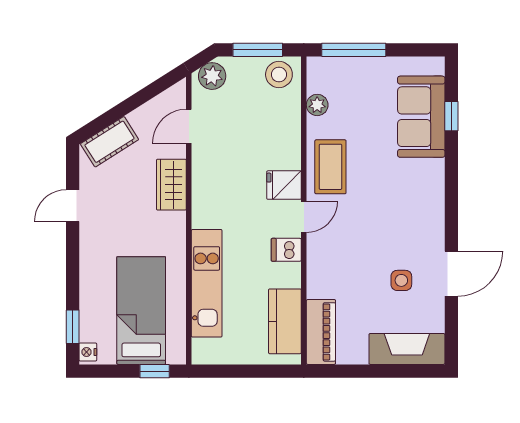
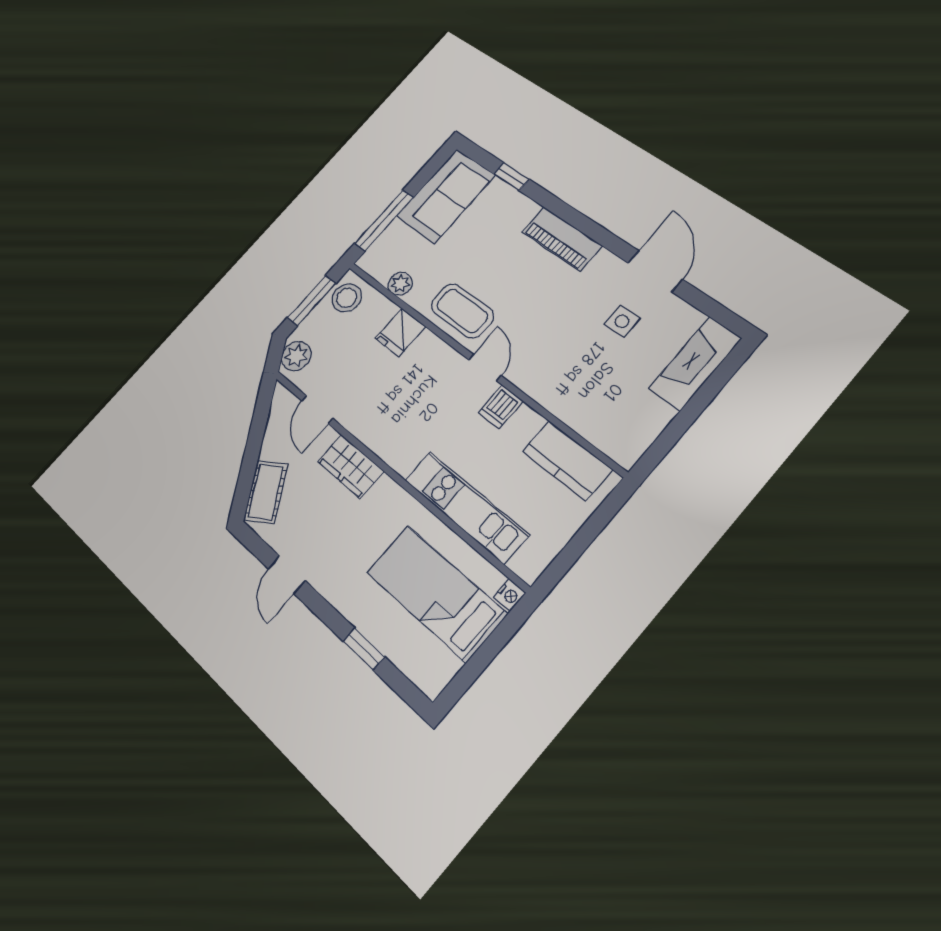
sofa: (421, 117) -> (446, 196), moved, turned -90
fridge: (284, 185) -> (400, 332), moved
window: (73, 327) -> (364, 649), moved
piano: (321, 332) -> (562, 239), moved, turned 180
nightstand: (88, 352) -> (509, 595), moved, turned -90
window: (155, 371) -> (505, 631), removed

